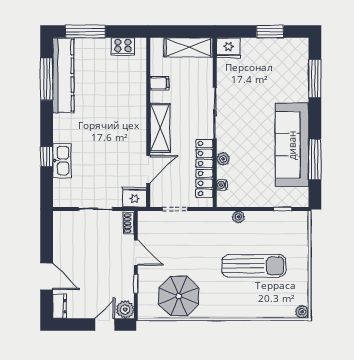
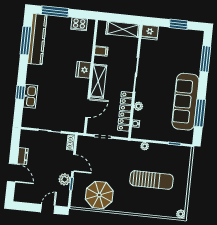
fridge: (135, 197) -> (83, 70), moved, turned -90
dresser: (60, 306) -> (23, 156), moved
plant: (125, 309) -> (65, 179), moved

